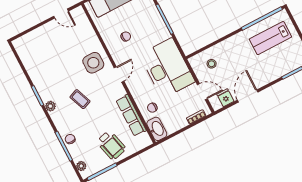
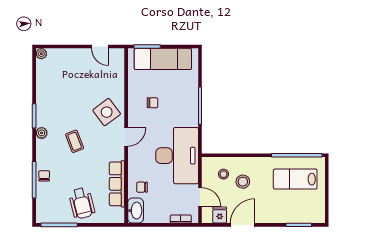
stool: (230, 62) -> (243, 182), added
side table: (93, 63) -> (107, 112), turned -37
plant: (81, 166) -> (41, 54), moved

